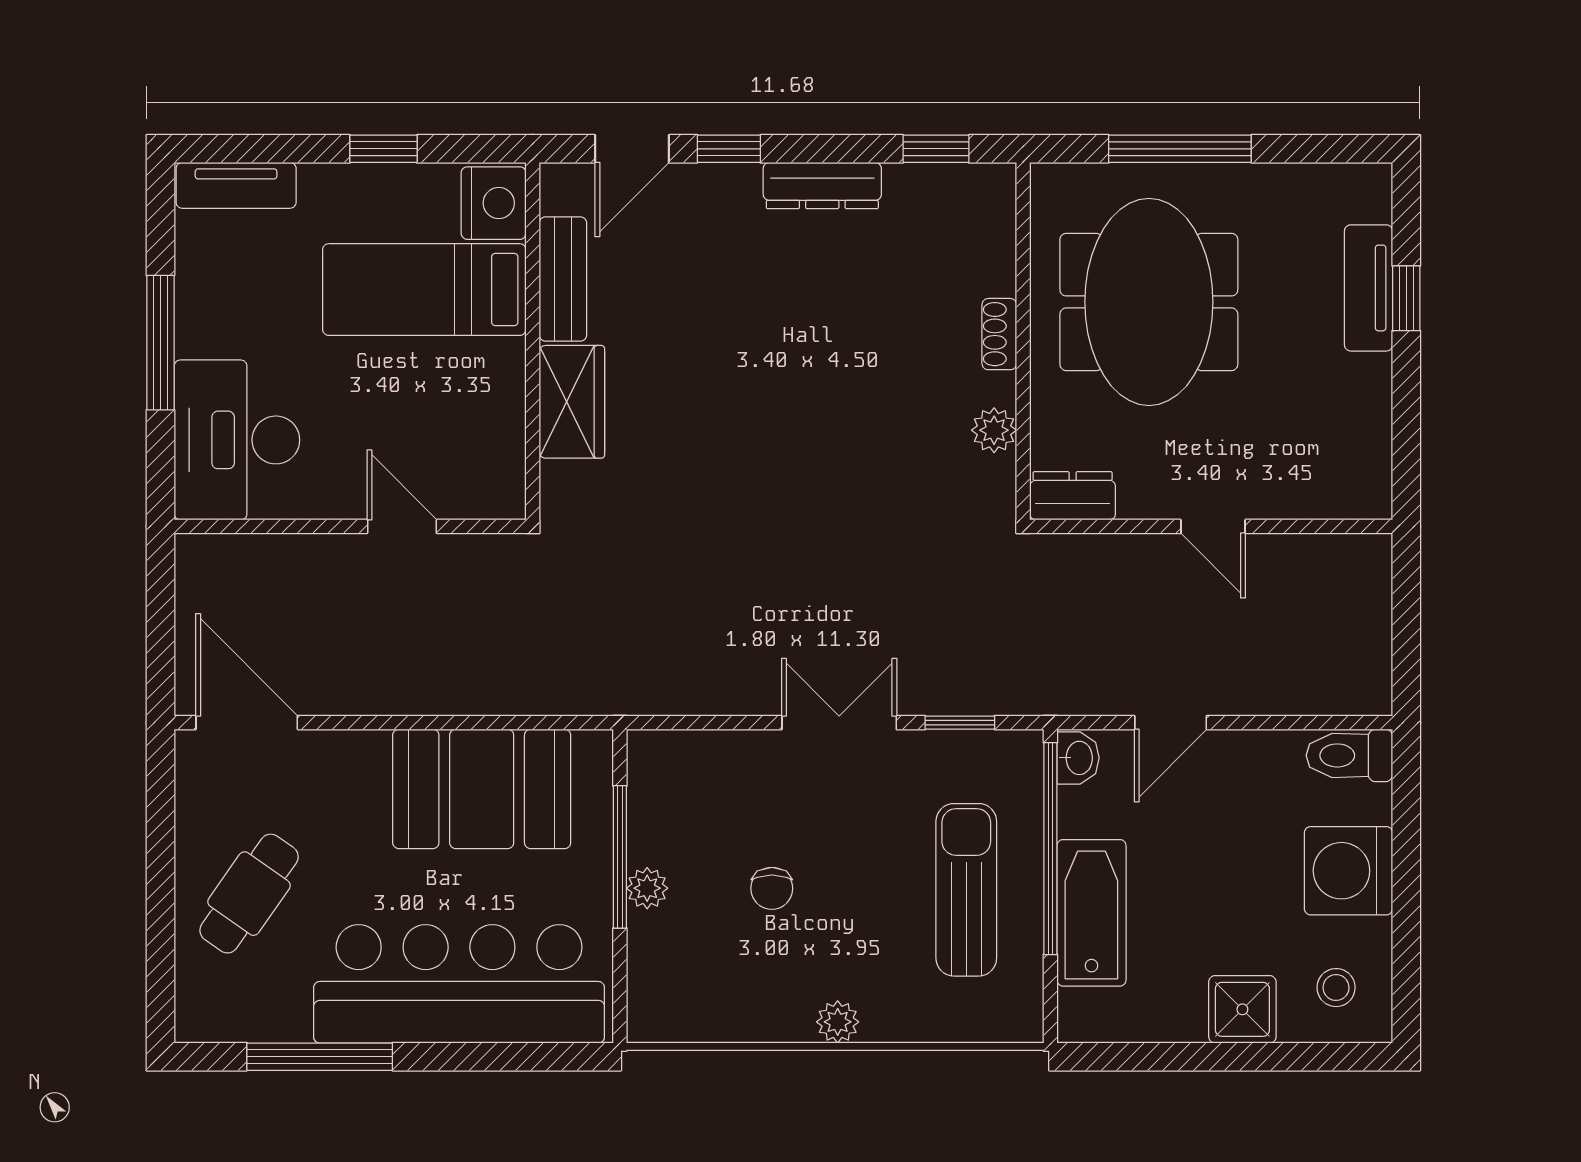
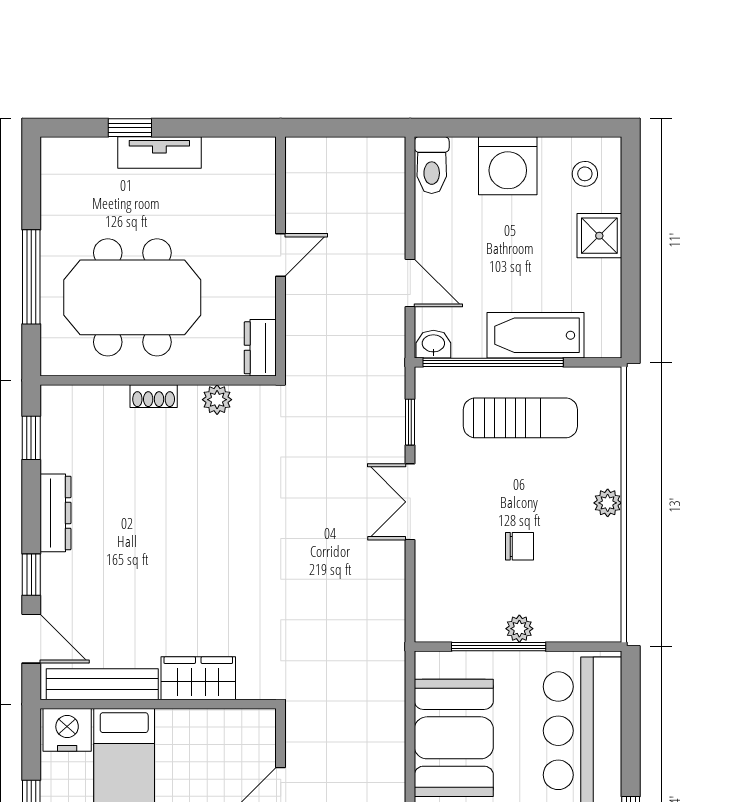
bench: (563, 279) -> (102, 684), width x1.36
tv unit: (1369, 288) -> (159, 152), moved
sun lounger: (966, 890) -> (520, 418), turned 180

